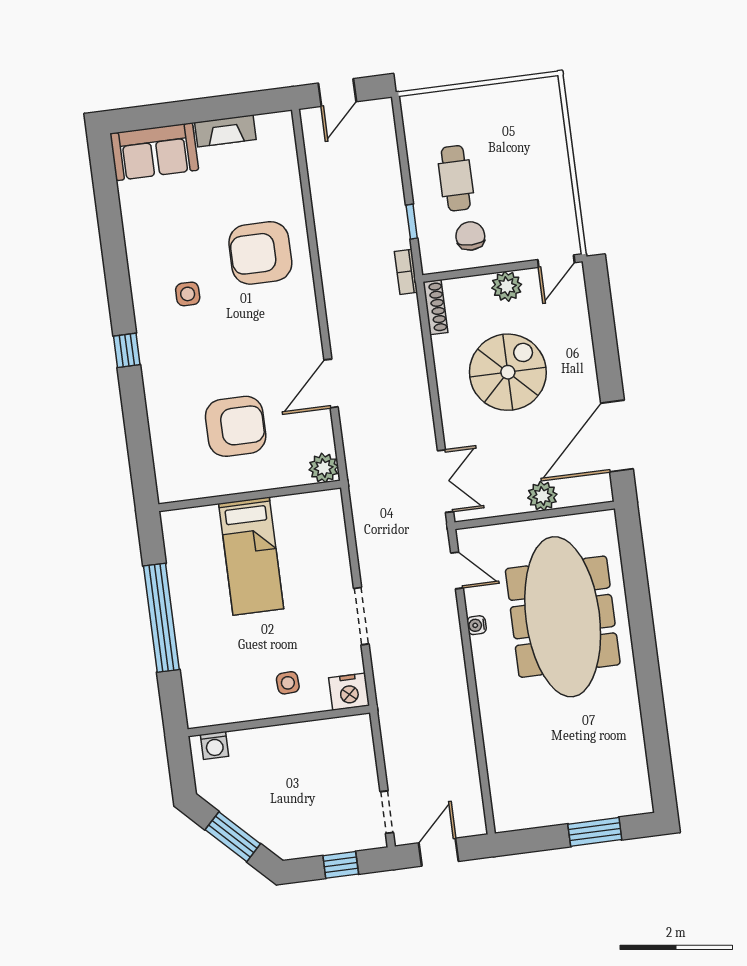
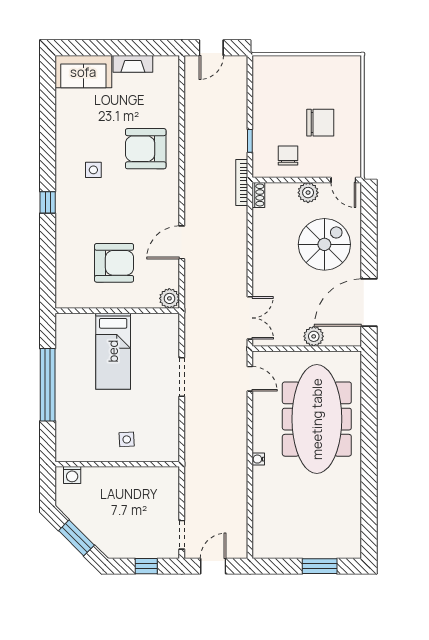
cafe table: (456, 178) -> (283, 116), removed
chair: (511, 181) -> (320, 123), added
door: (556, 261) -> (343, 180), hinge flipped
bookcase: (406, 272) -> (242, 182), width x1.56
shoe rack: (435, 307) -> (258, 195), width x0.70
spiral stairs: (508, 372) -> (324, 244), moved
doorway: (361, 616) -> (182, 377), moved
water cooler: (477, 625) -> (258, 459), moved
nightstand: (349, 692) -> (167, 451), removed

